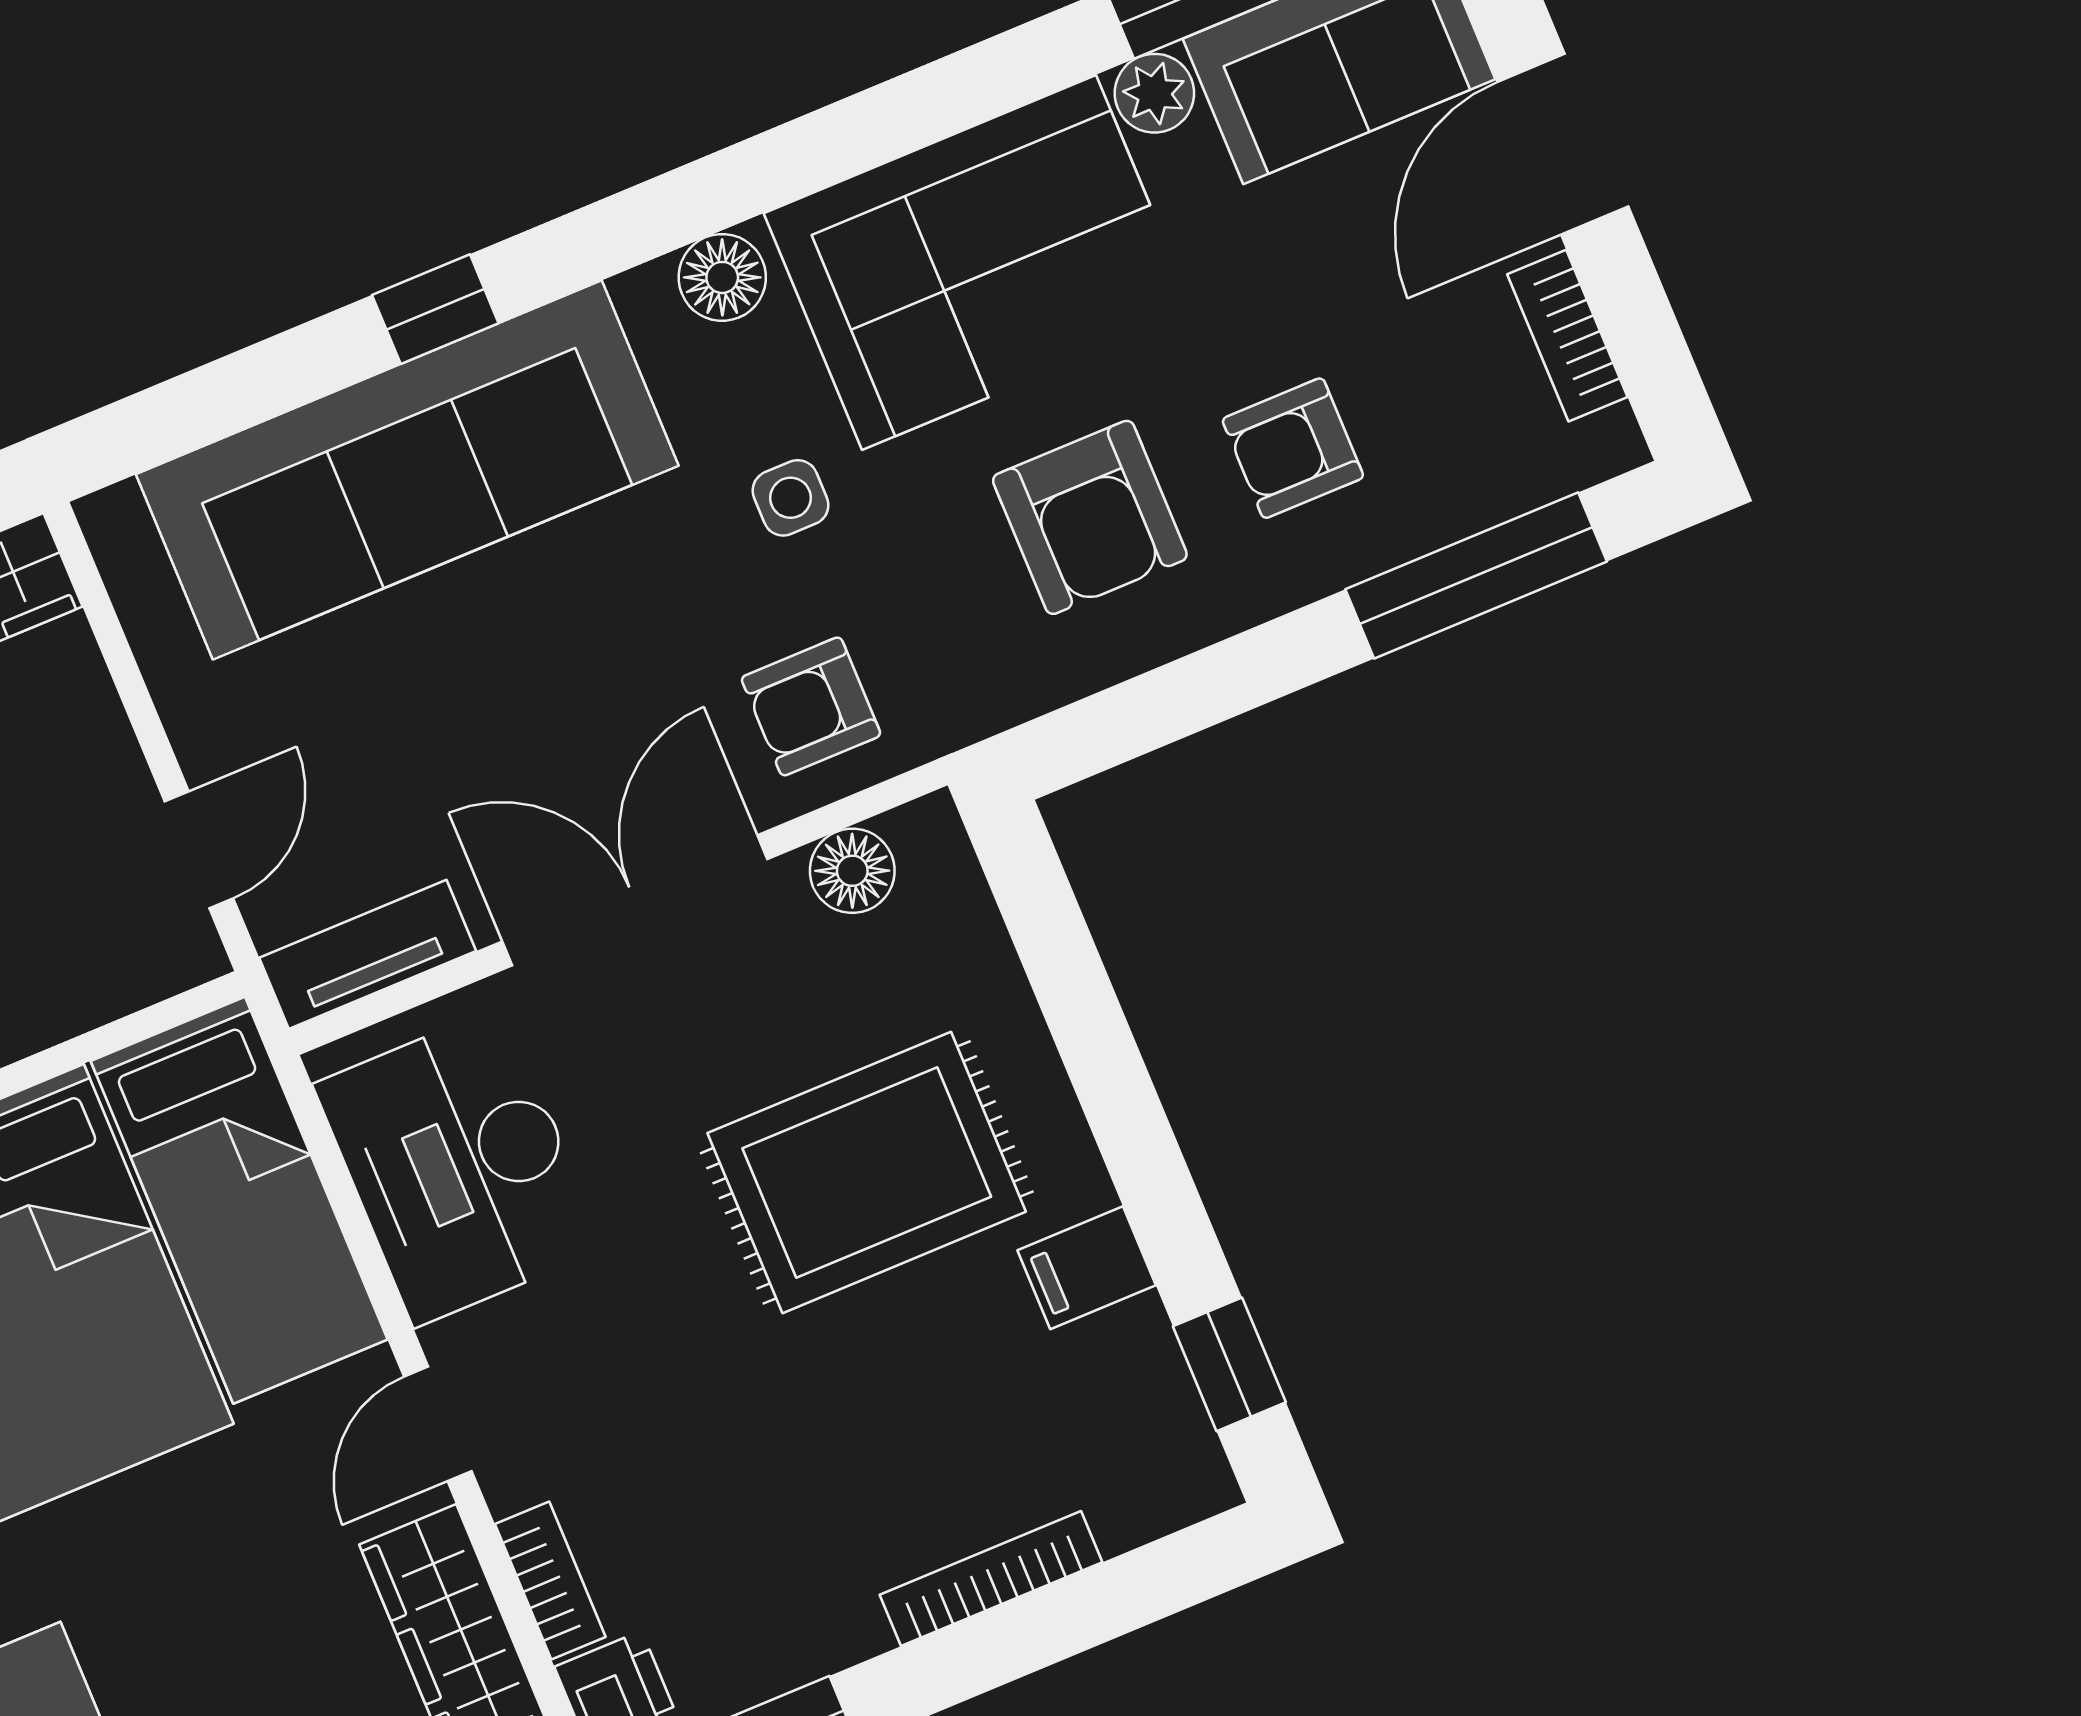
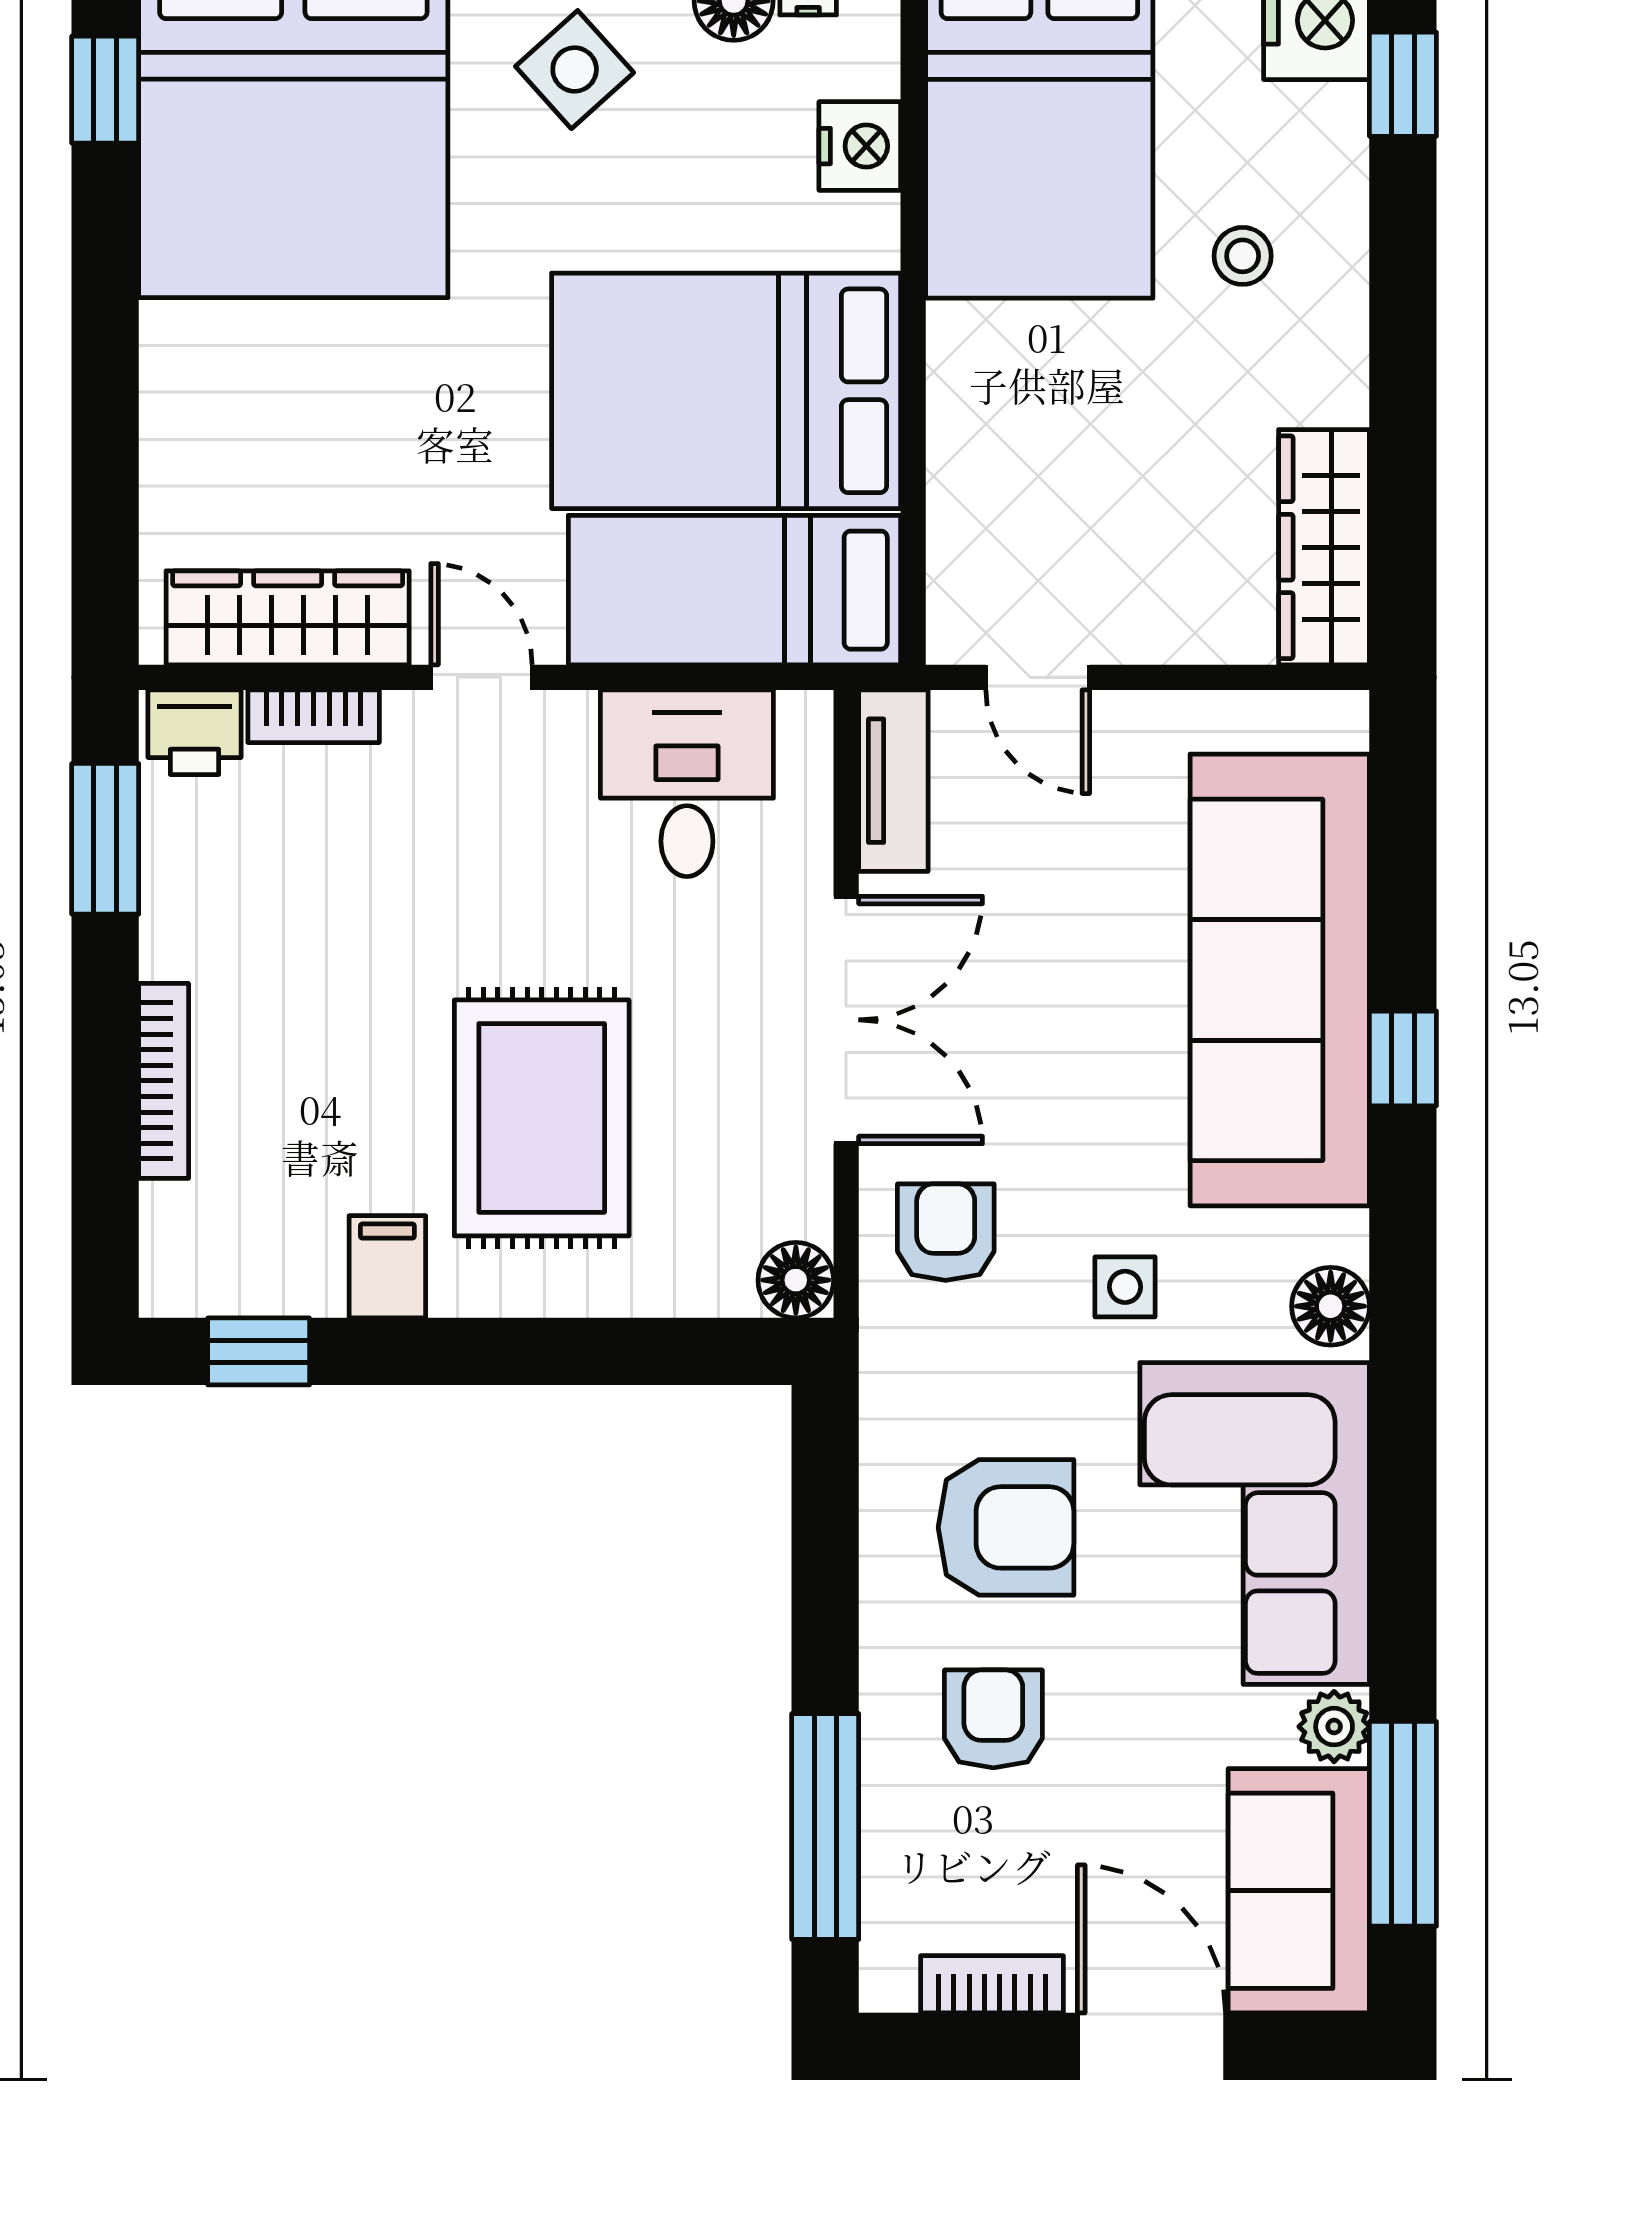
armchair: (1090, 517) -> (1006, 1527), turned 180
floor lamp: (852, 871) -> (796, 1280), moved
desk: (459, 1166) -> (687, 783), width x0.73

